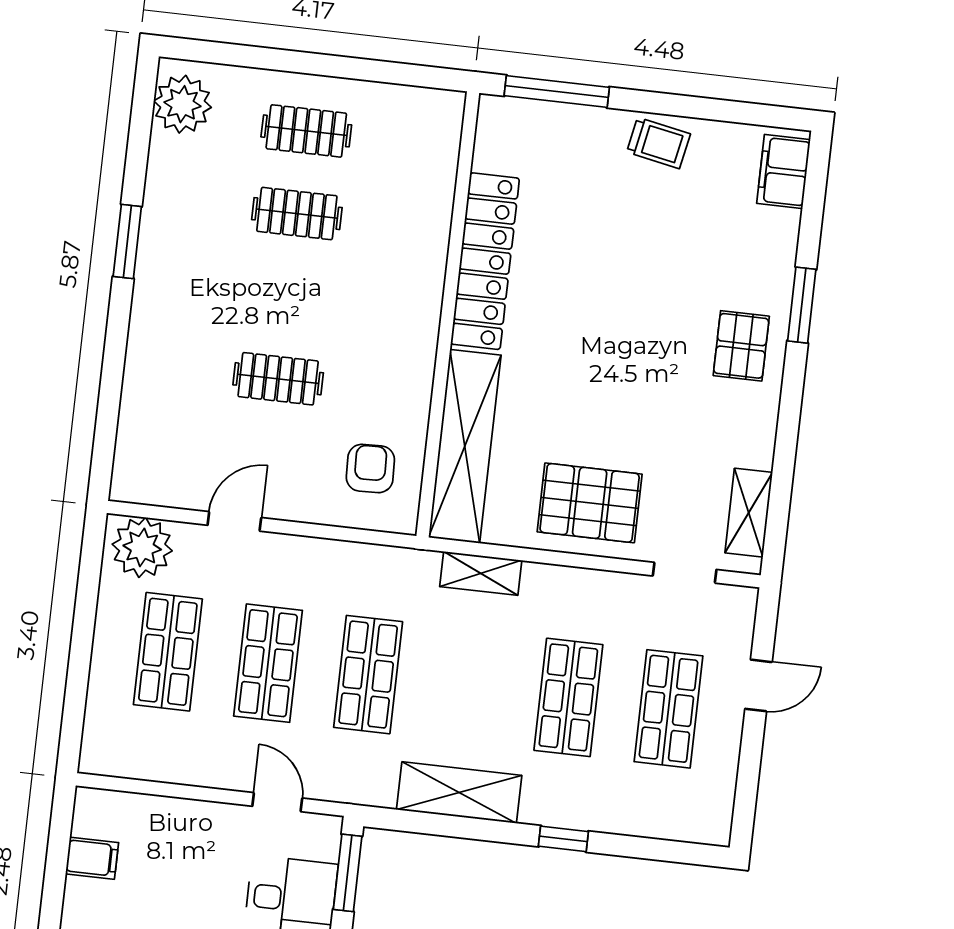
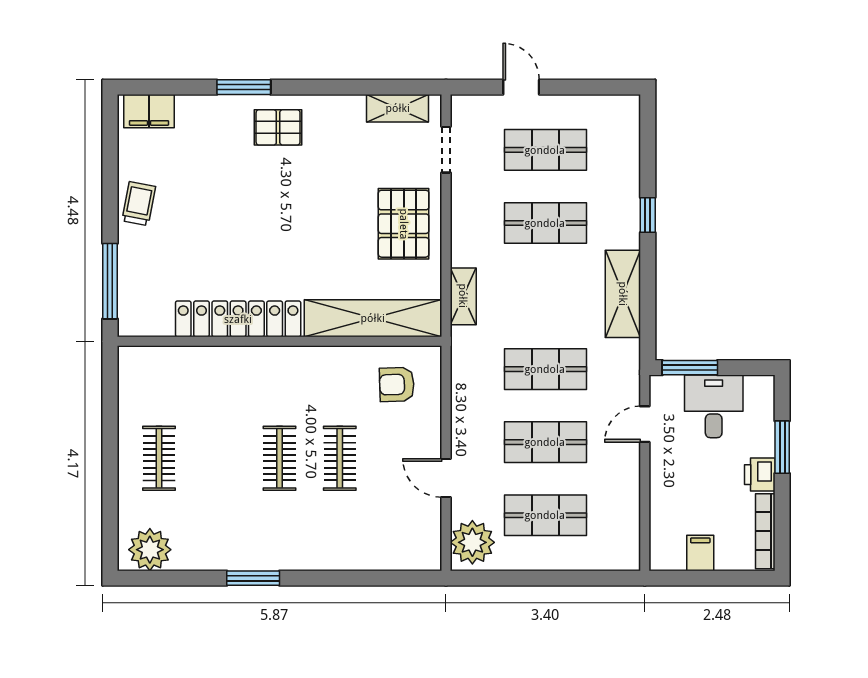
clothes rail: (297, 214) -> (279, 458), moved

